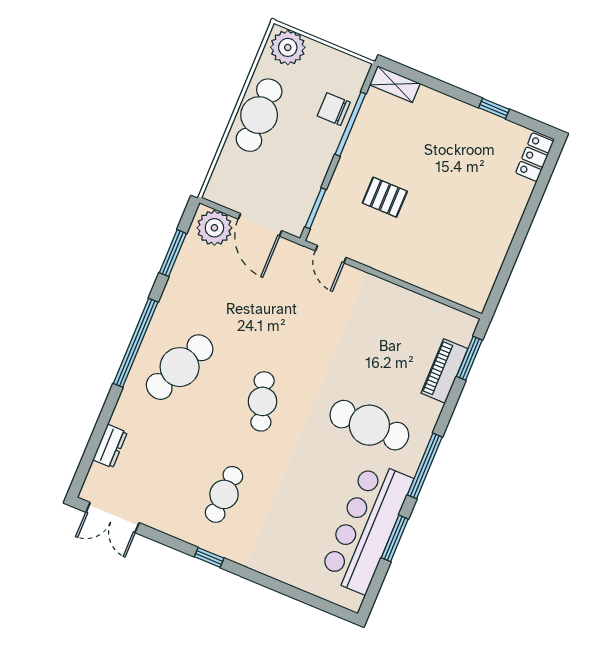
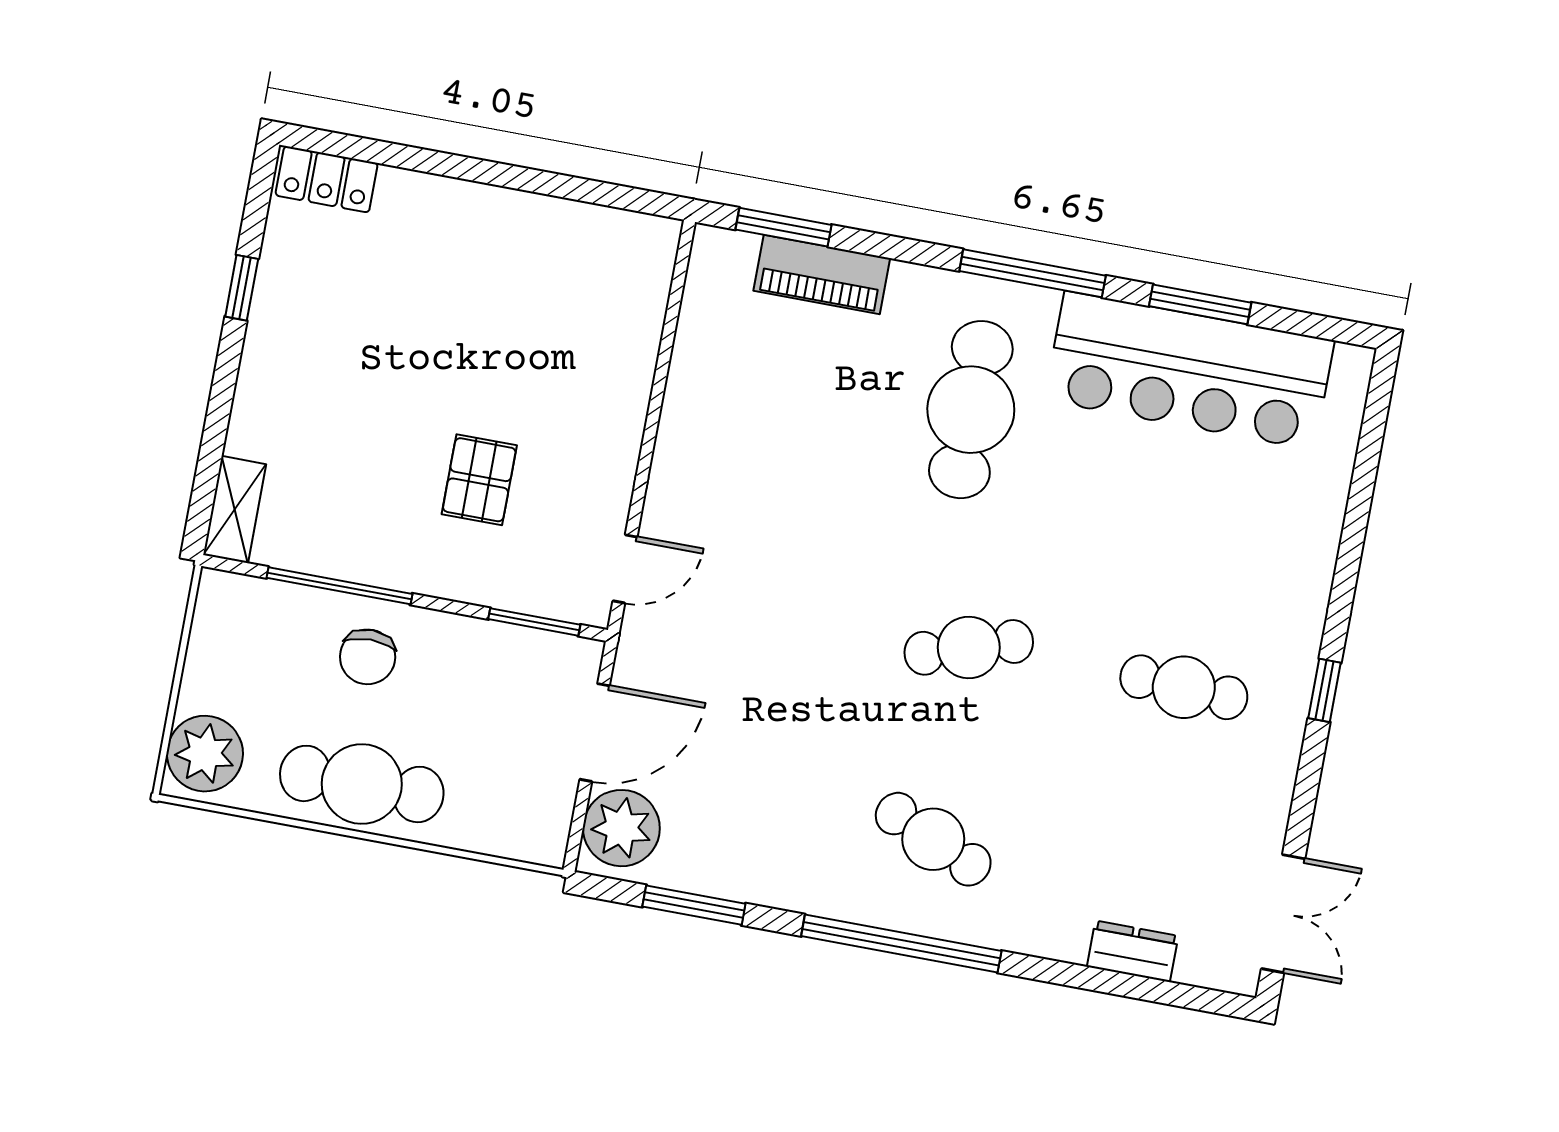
chair: (334, 109) -> (368, 657), moved
cafe table: (180, 367) -> (933, 839), width x0.73, depth x0.74

